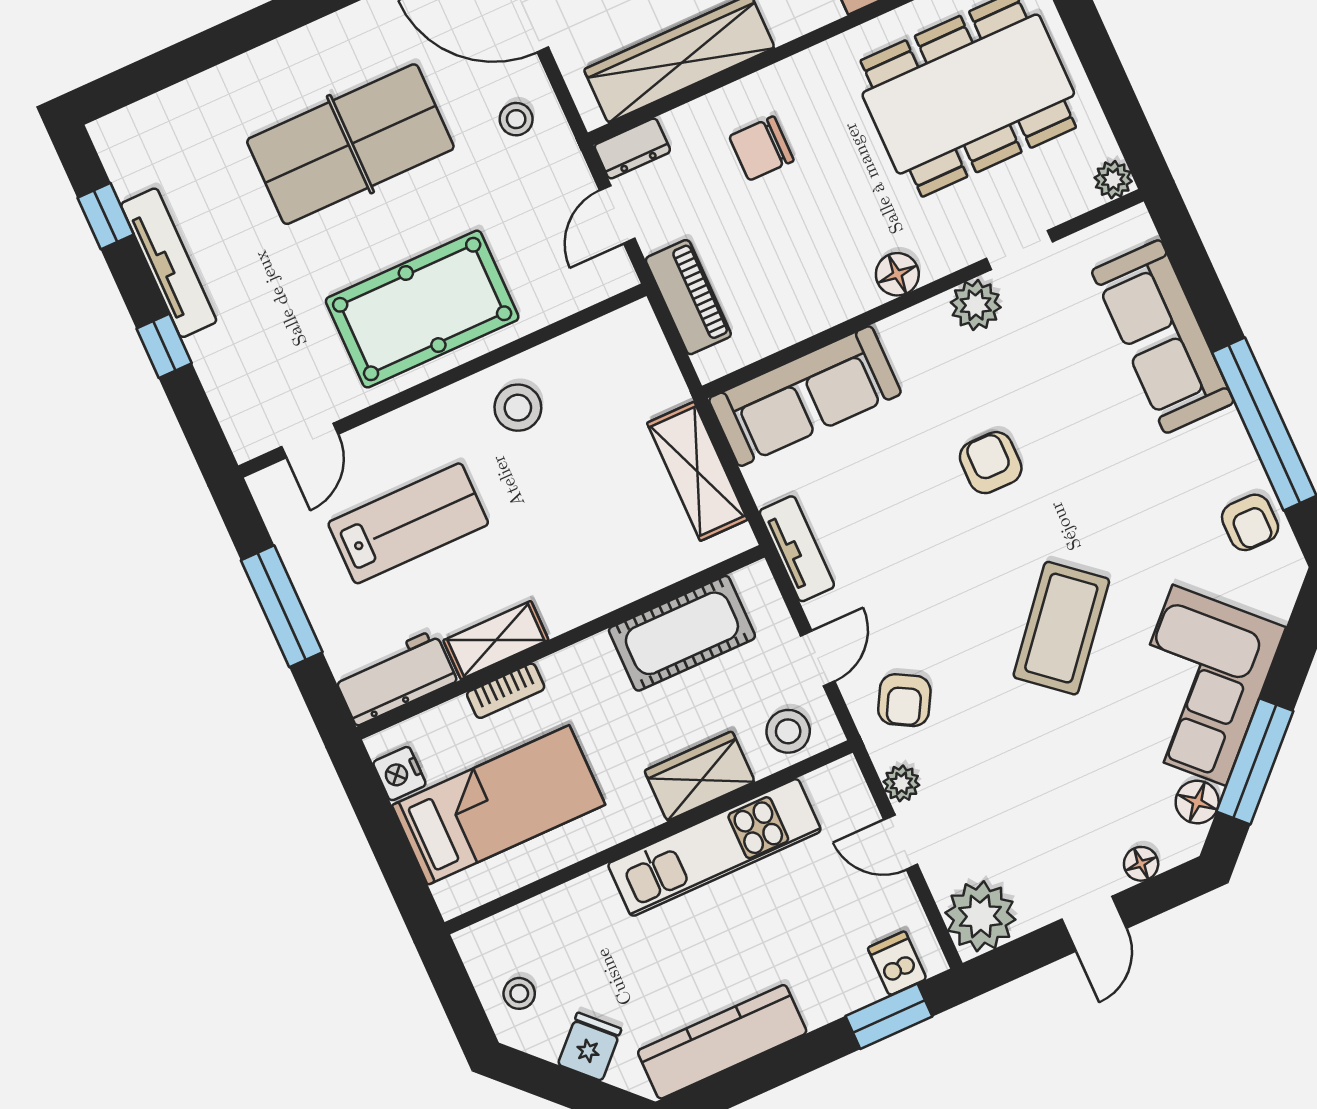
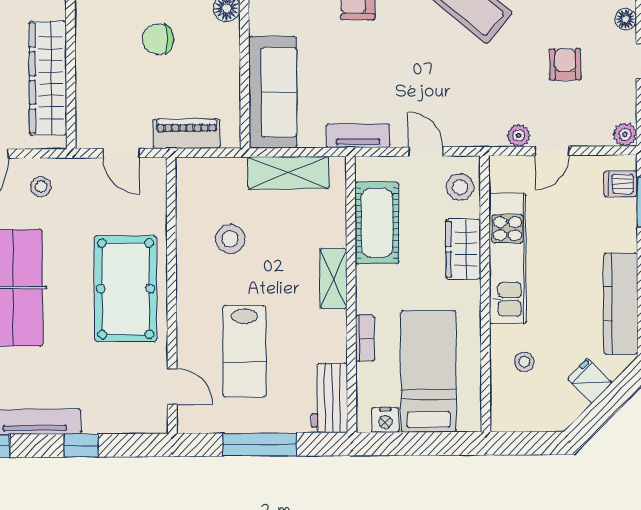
dresser: (632, 148) -> (87, 128), removed
chair: (761, 148) -> (158, 39), moved, turned 90
stool: (518, 408) -> (230, 239), moved
lab bench: (408, 523) -> (245, 351), turned 180
shelving: (496, 640) -> (333, 279), moved
armchair: (904, 700) -> (565, 64), moved, turned -119
plant: (980, 916) -> (625, 134), width x0.53, depth x0.53
stool: (519, 993) -> (524, 362), moved

